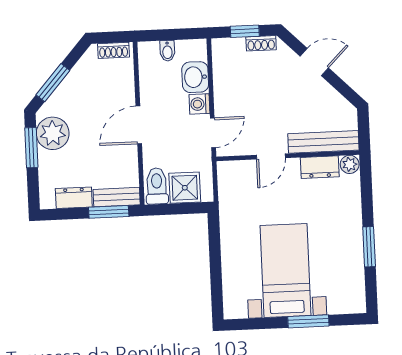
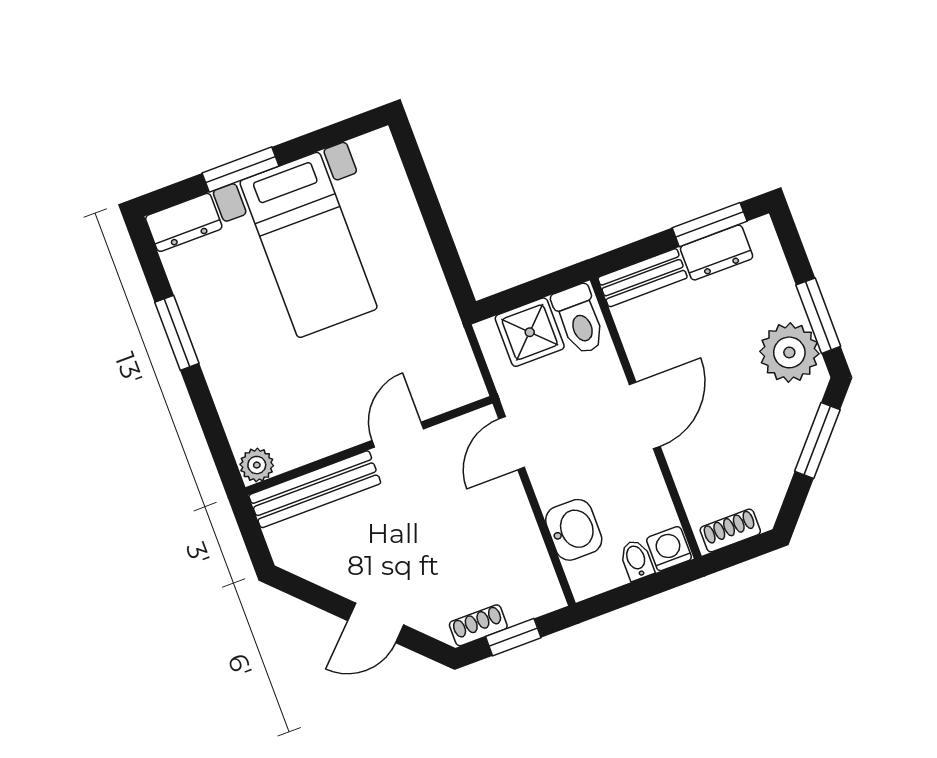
washing machine: (199, 104) -> (669, 549), moved, turned -90
dresser: (320, 167) -> (184, 222), moved, turned 180
window: (109, 212) -> (710, 225), moved

